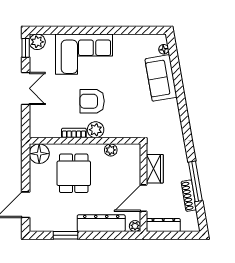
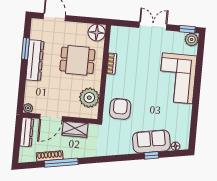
window: (177, 76) -> (151, 155), added
double door: (26, 88) -> (153, 26), swing flipped
armchair: (92, 101) -> (120, 109), moved
plant: (96, 130) -> (113, 82), removed
plant: (111, 150) -> (89, 98), width x1.87, depth x1.87
door: (144, 198) -> (51, 117), swing flipped
dresser: (101, 223) -> (35, 60), moved

